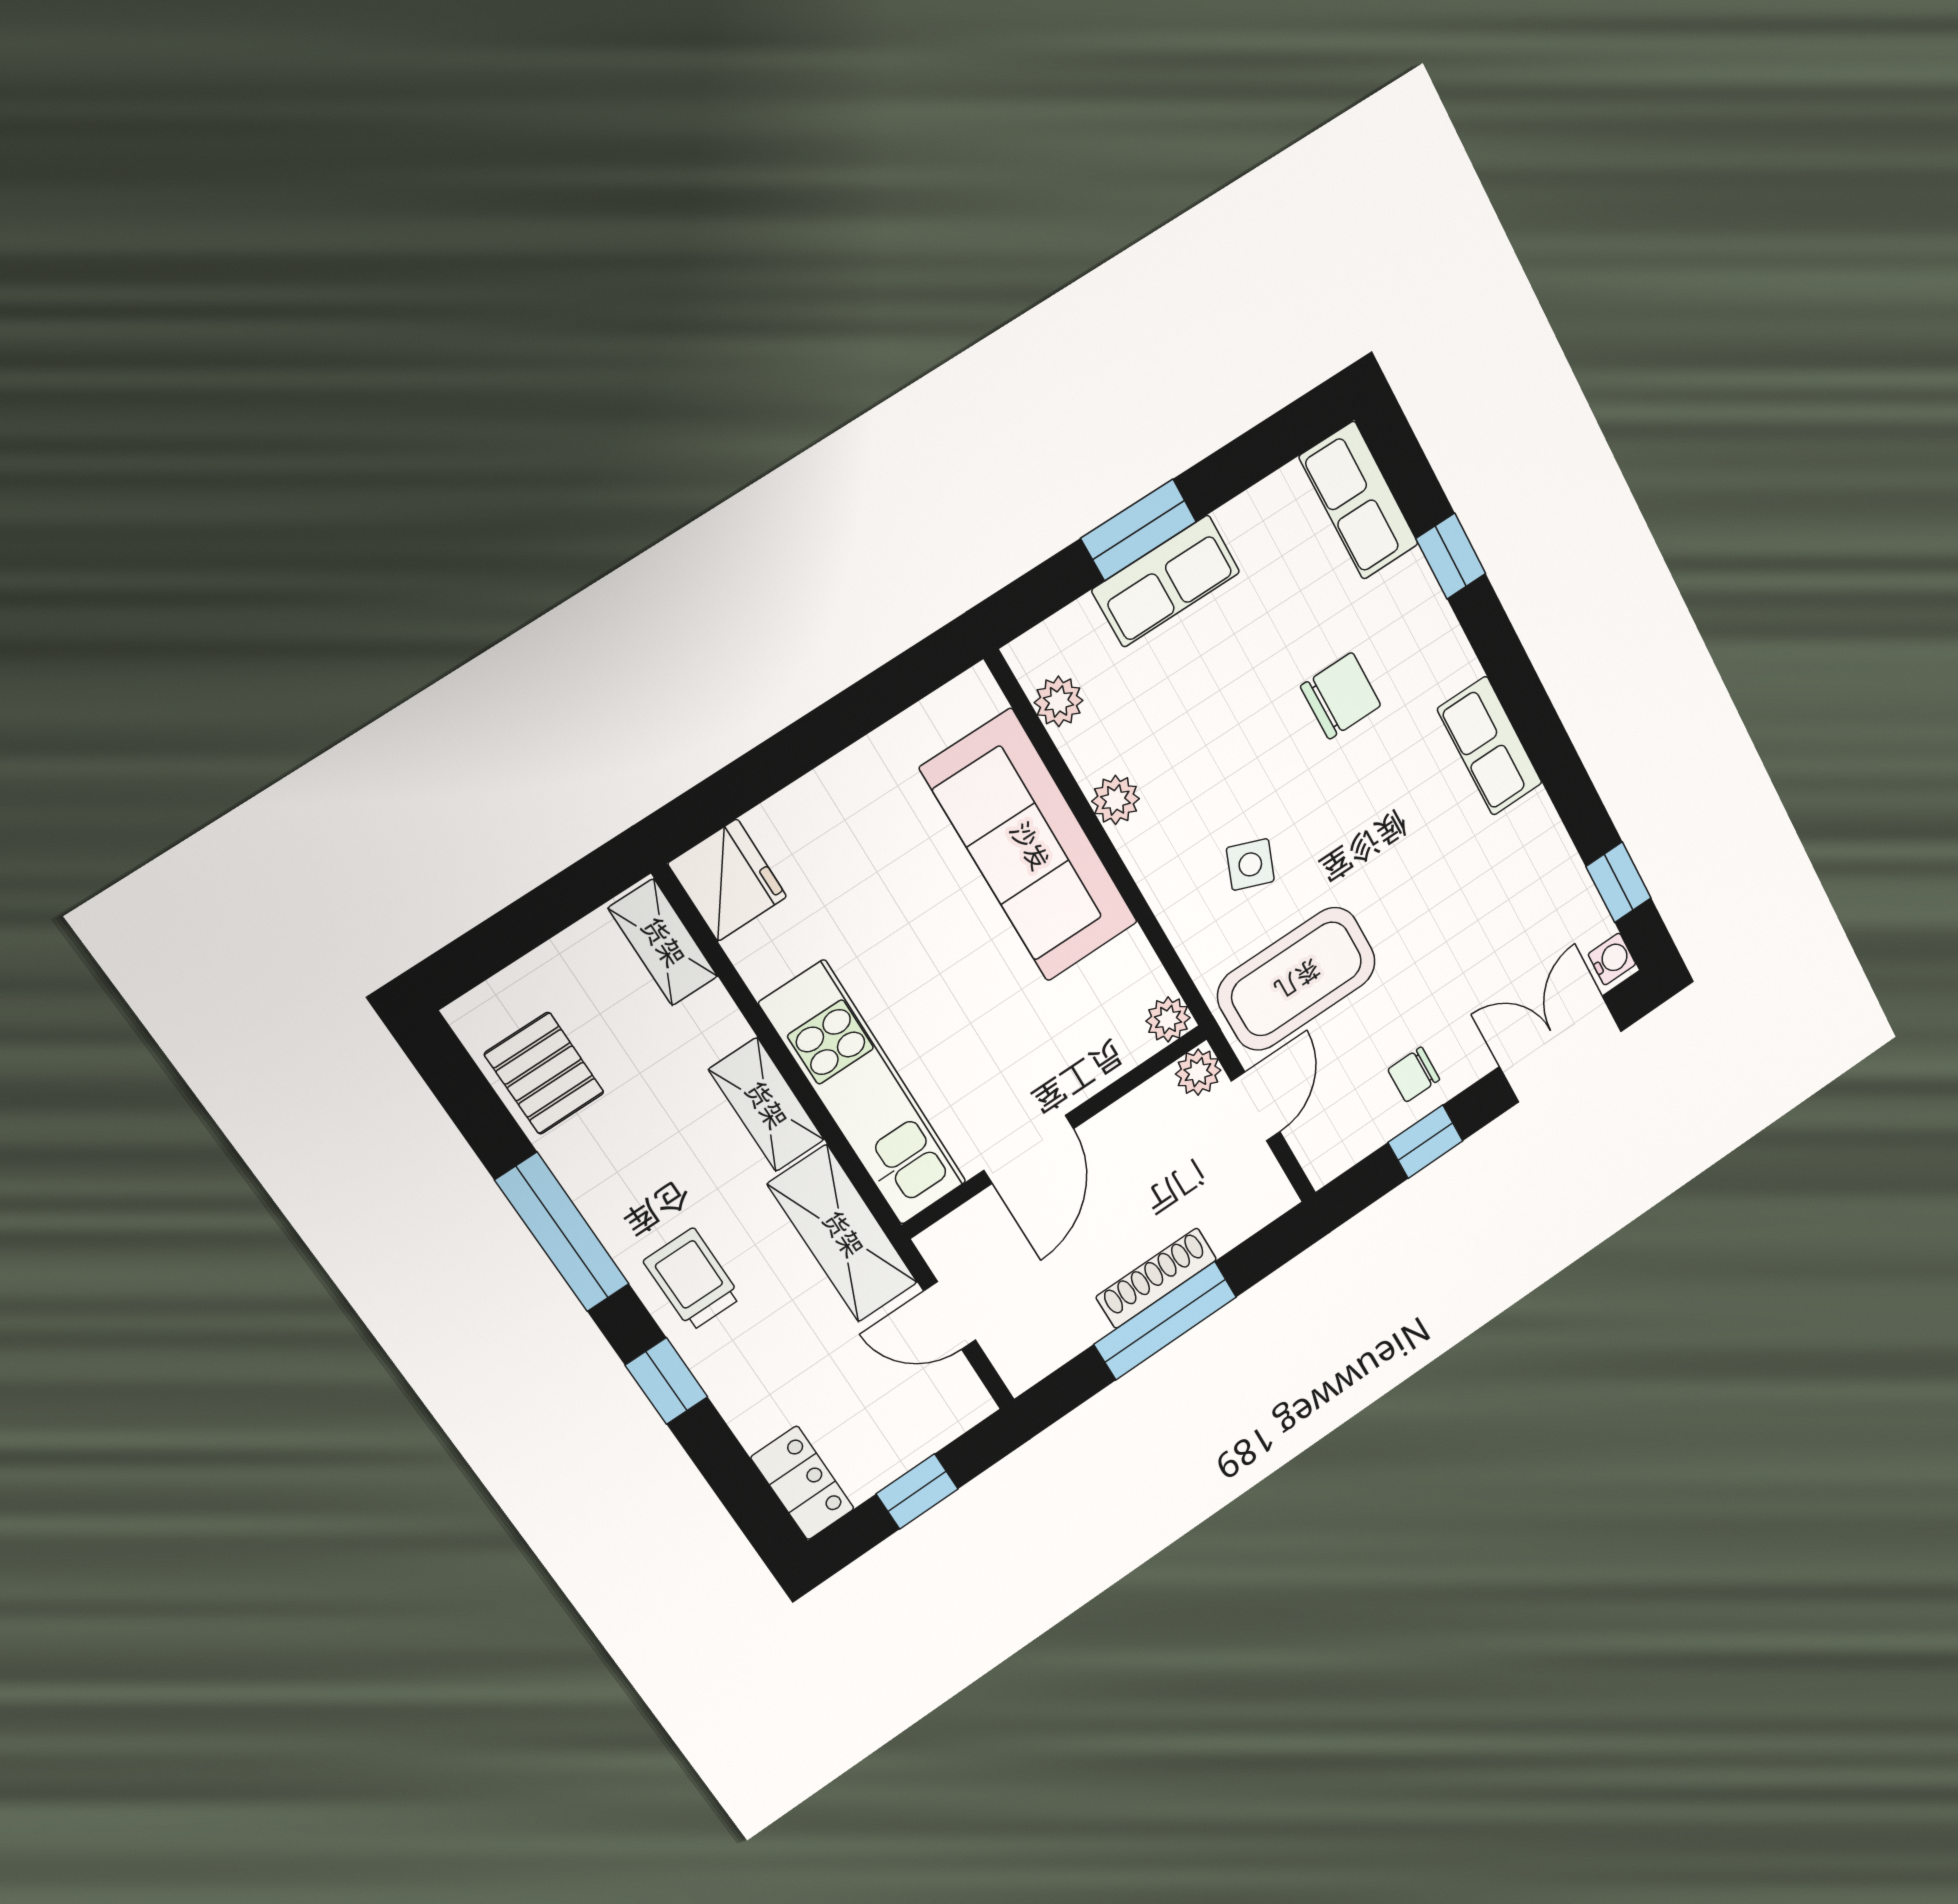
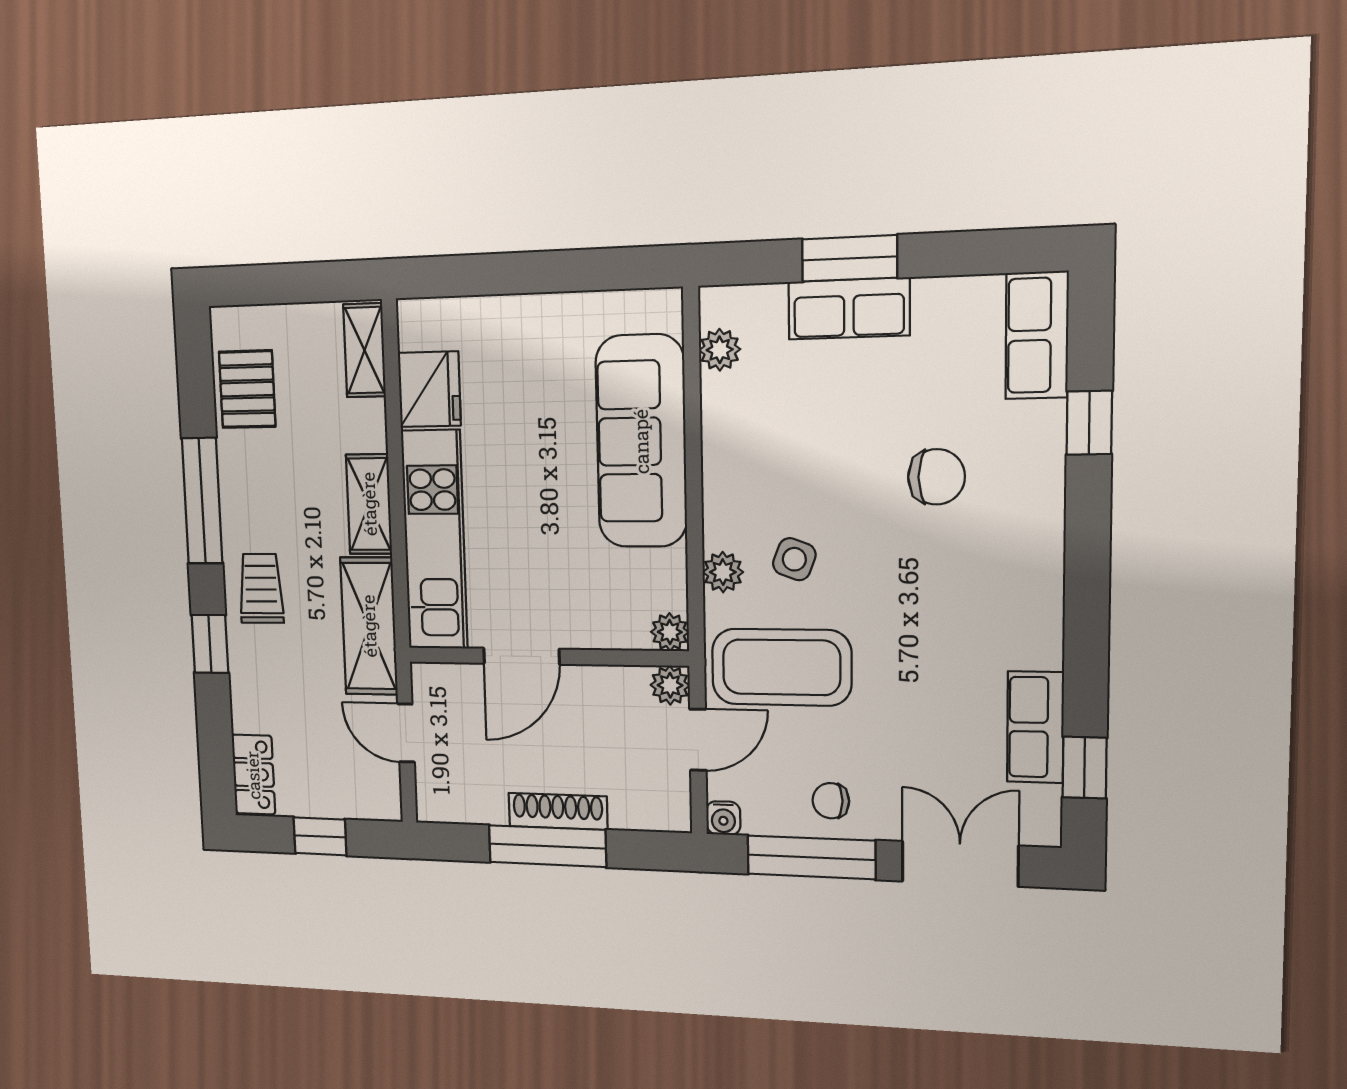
row of seats: (1490, 746) -> (1035, 727), moved
plant: (1116, 800) -> (723, 572), moved
fridge: (727, 880) -> (429, 389), moved
water cooler: (1612, 959) -> (723, 818), moved, turned 90
window: (1425, 1142) -> (811, 857), width x2.17

